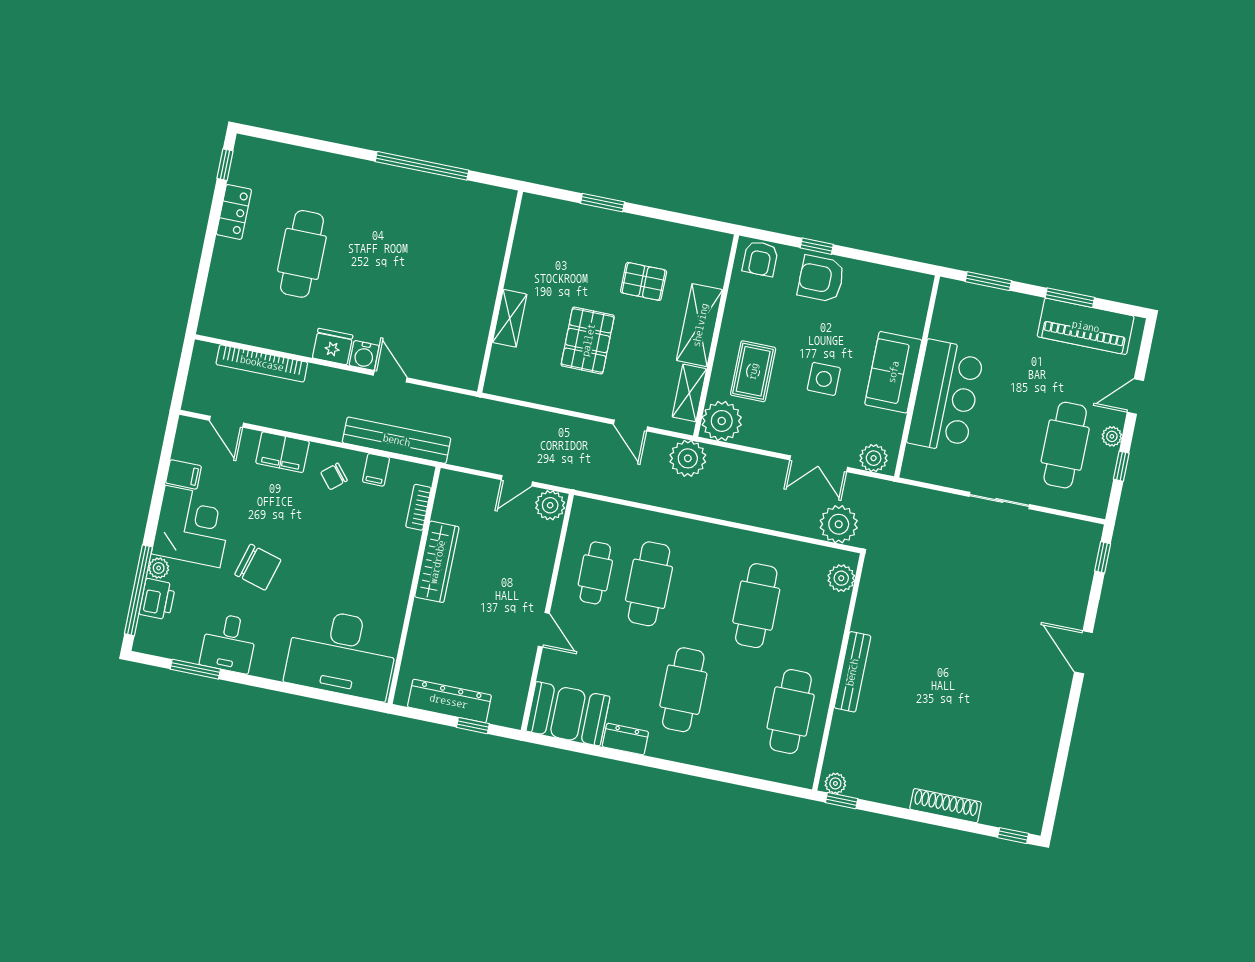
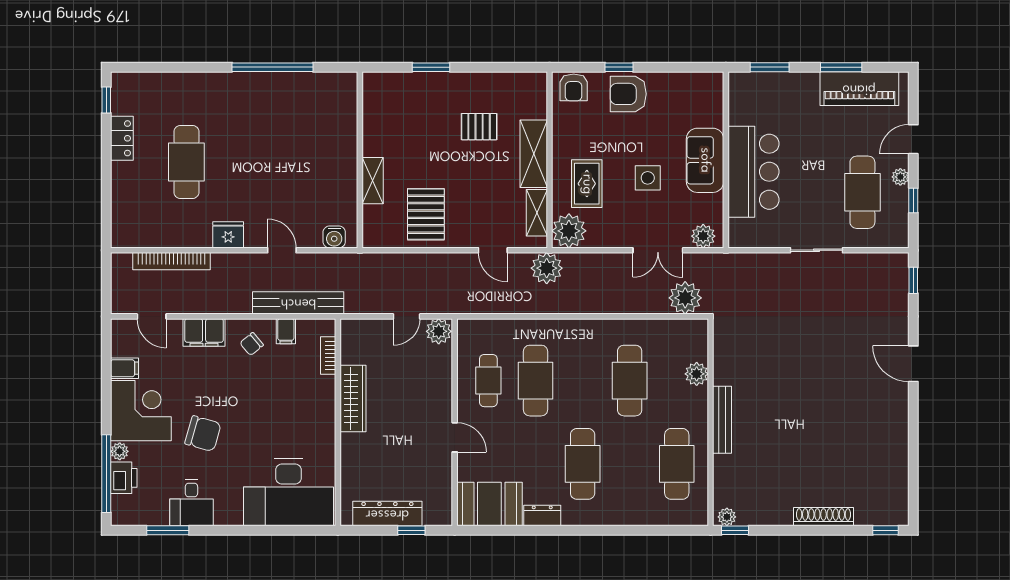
pallet: (588, 340) -> (426, 214), moved
water cooler: (364, 355) -> (334, 237), moved
plant: (841, 578) -> (697, 374), moved

